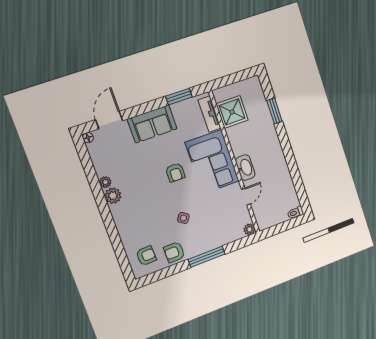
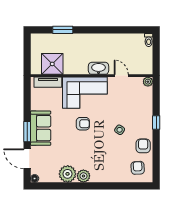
window: (179, 97) -> (27, 132), moved
plant: (105, 182) -> (68, 174), width x1.88, depth x1.88
armchair: (174, 252) -> (143, 146), turned 180
window: (207, 257) -> (156, 123), width x0.46

